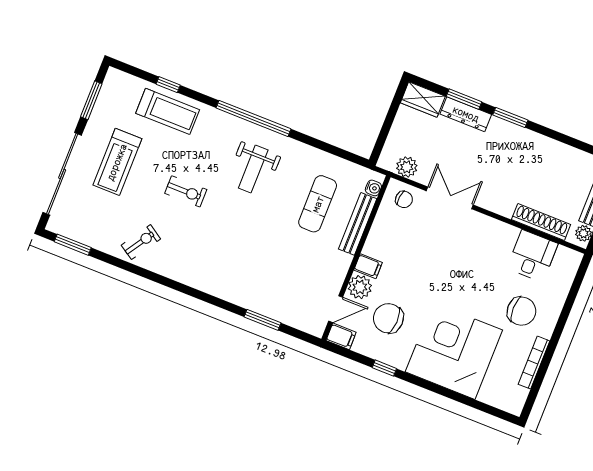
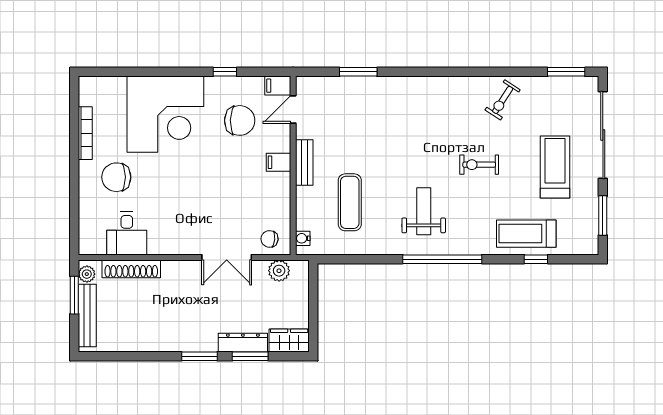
bench: (358, 224) -> (304, 162), moved, width x0.73
plant: (360, 287) -> (278, 139), removed

